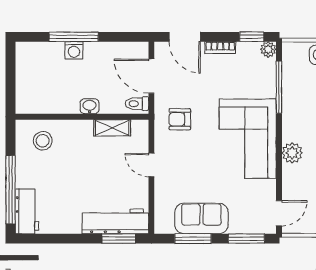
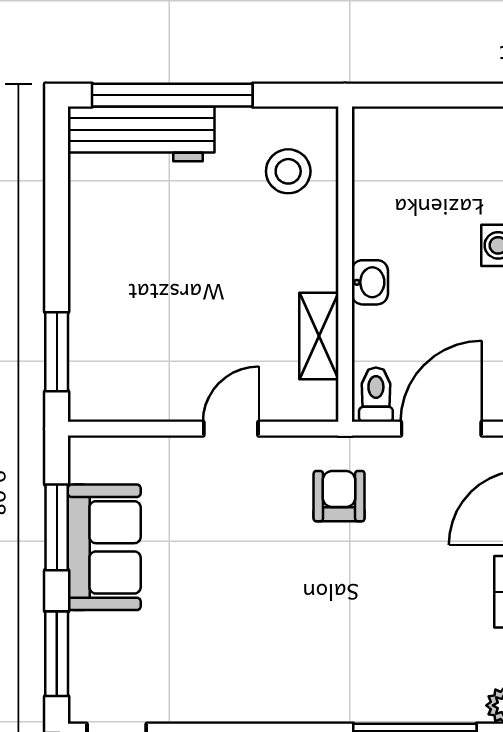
corner sofa: (248, 139) -> (293, 657), removed
workbench: (27, 211) -> (141, 134), width x1.38
workbench: (115, 221) -> (97, 343), removed

